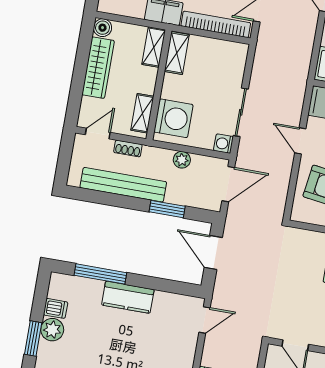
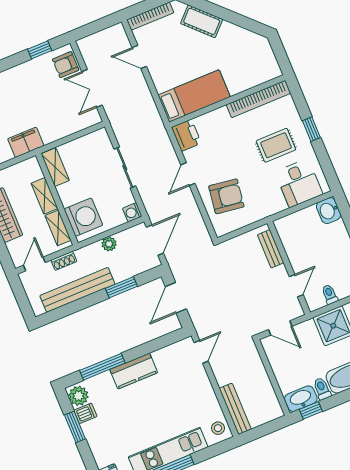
bookcase: (216, 24) -> (71, 128), removed
shelving: (154, 47) -> (44, 196), moved
sliding door: (241, 112) -> (125, 168), moved
door: (300, 141) -> (188, 174), hinge flipped
door: (213, 252) -> (176, 298), hinge flipped
plant: (52, 330) -> (78, 396), moved
window: (33, 338) -> (75, 427), moved

